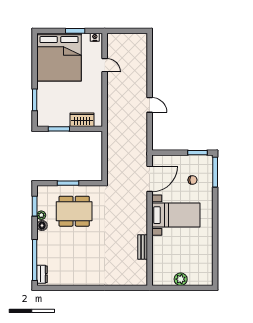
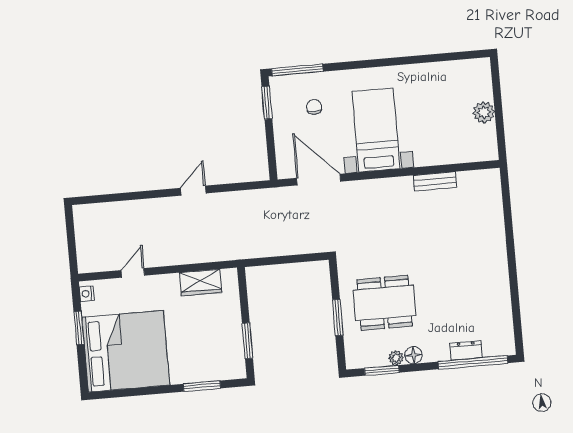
wardrobe: (82, 120) -> (200, 283), moved, turned -90
dining table: (74, 211) -> (384, 303), turned 90
dresser: (42, 274) -> (466, 350), moved

